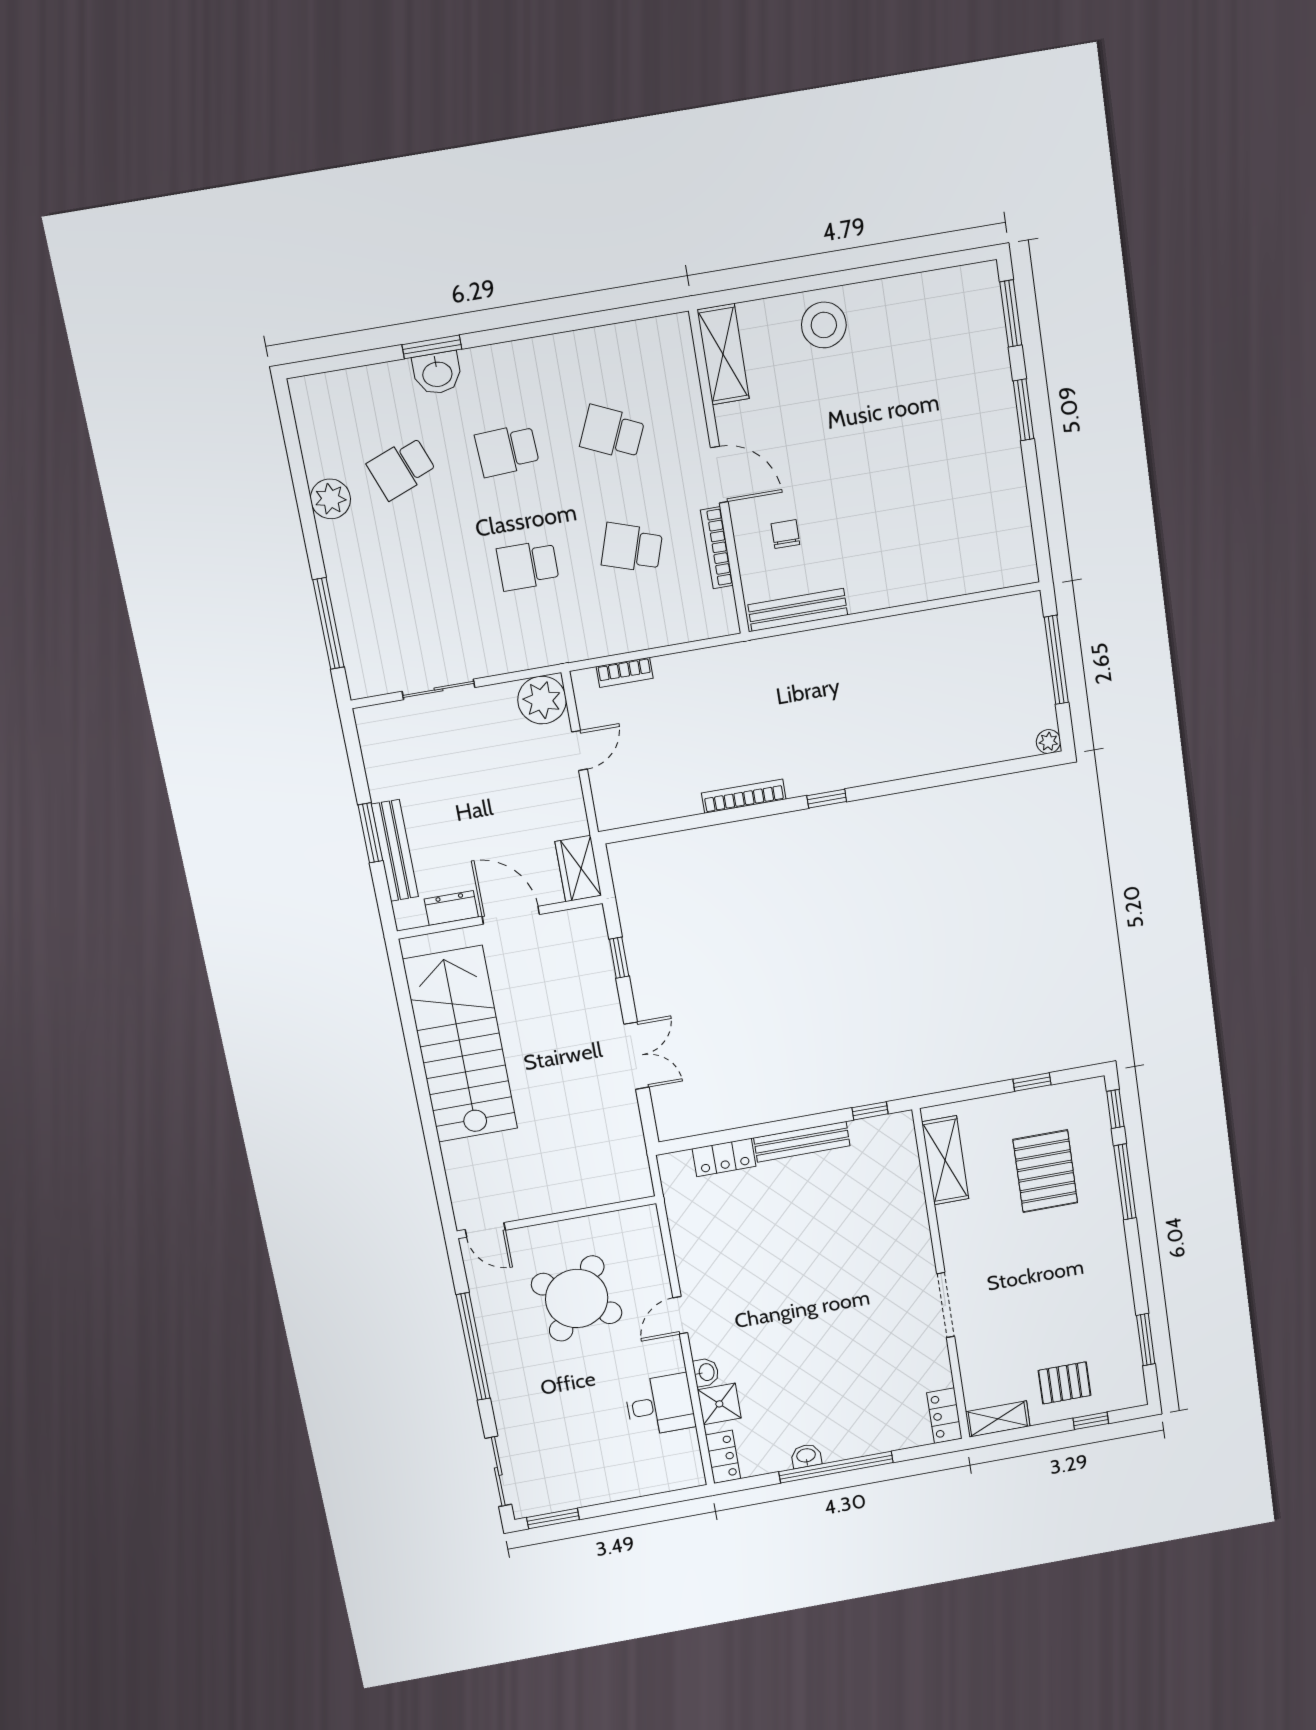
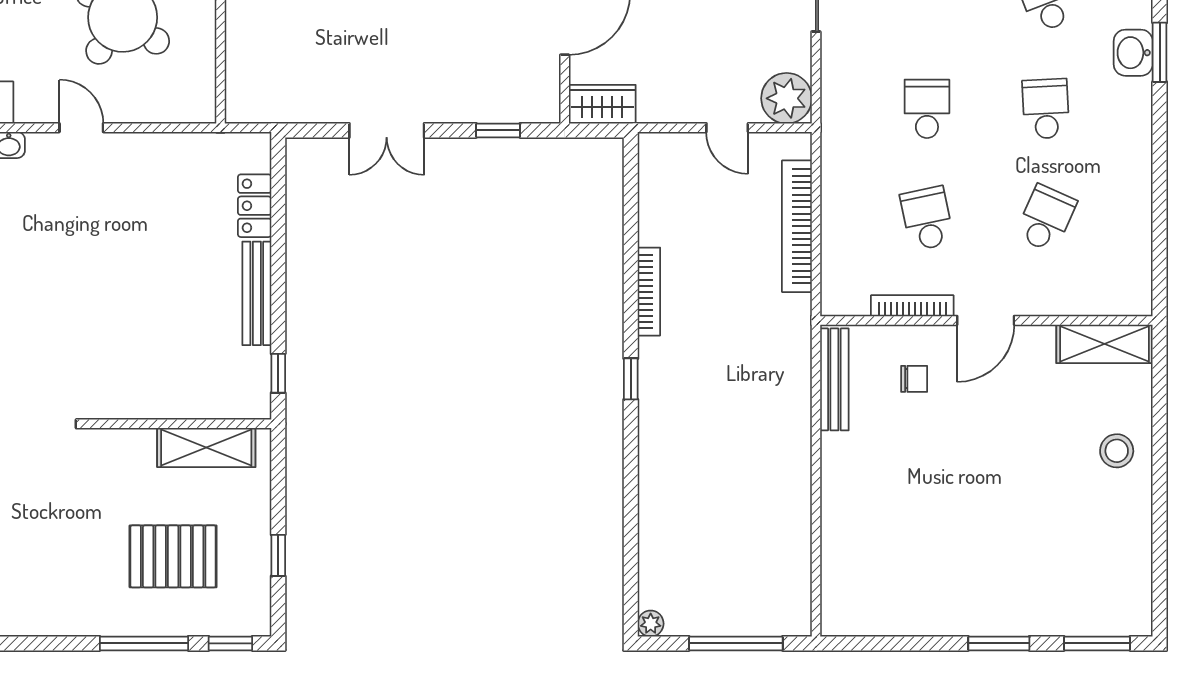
stool: (824, 325) -> (1117, 451), width x0.73, depth x0.73
school desk: (632, 548) -> (927, 218), turned -30
bookcase: (625, 672) -> (797, 226), width x2.31, depth x1.31

